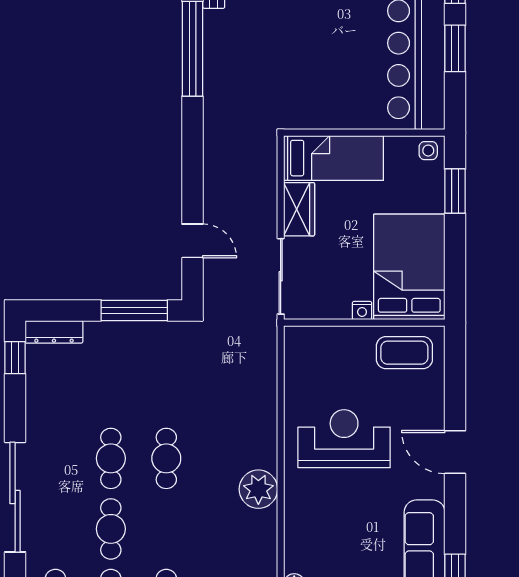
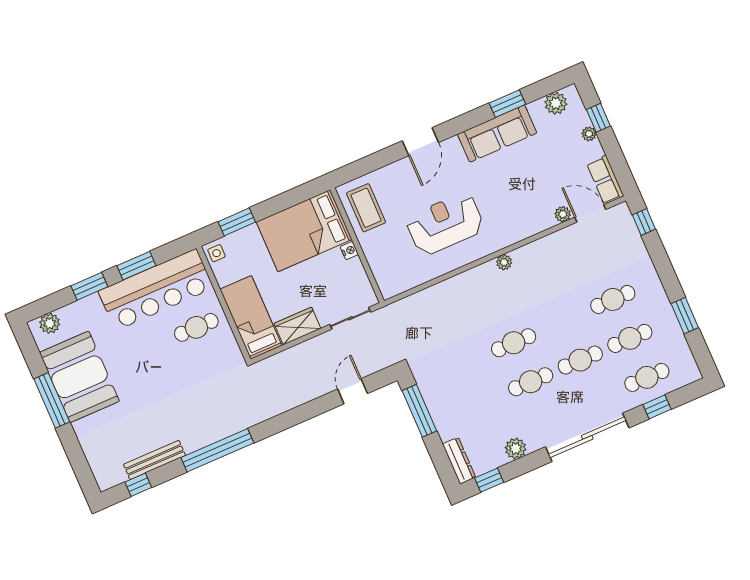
cafe table: (350, 88) -> (196, 327), added
sliding door: (281, 276) -> (350, 318), width x0.73
plant: (39, 406) -> (516, 448), added
reception desk: (344, 439) -> (445, 224), turned 90
plant: (258, 489) -> (504, 262), width x0.53, depth x0.53

